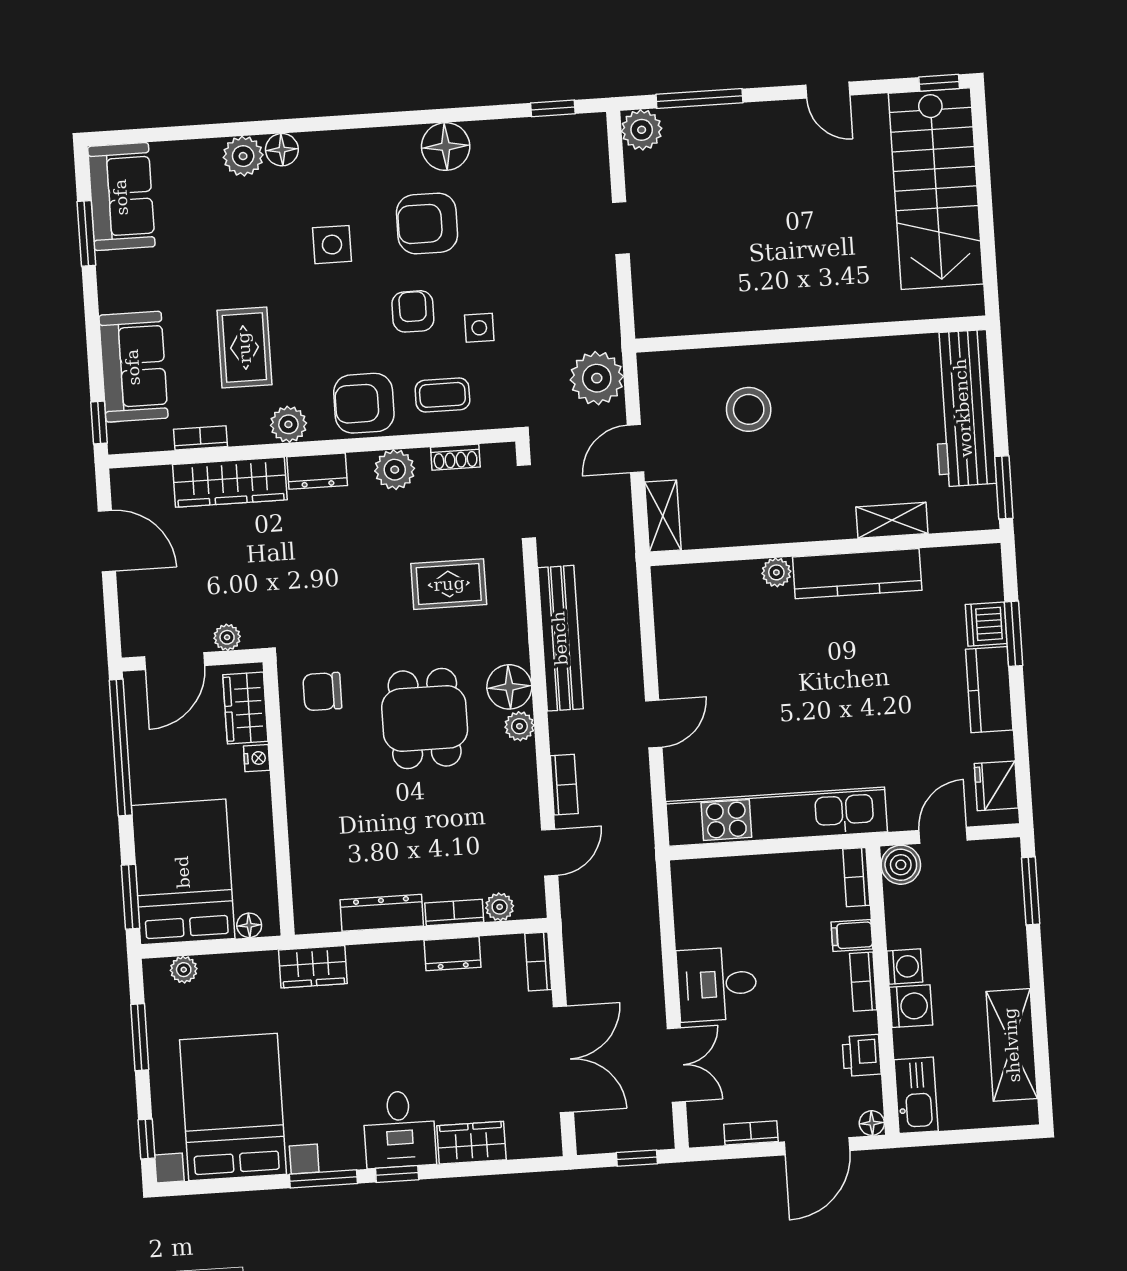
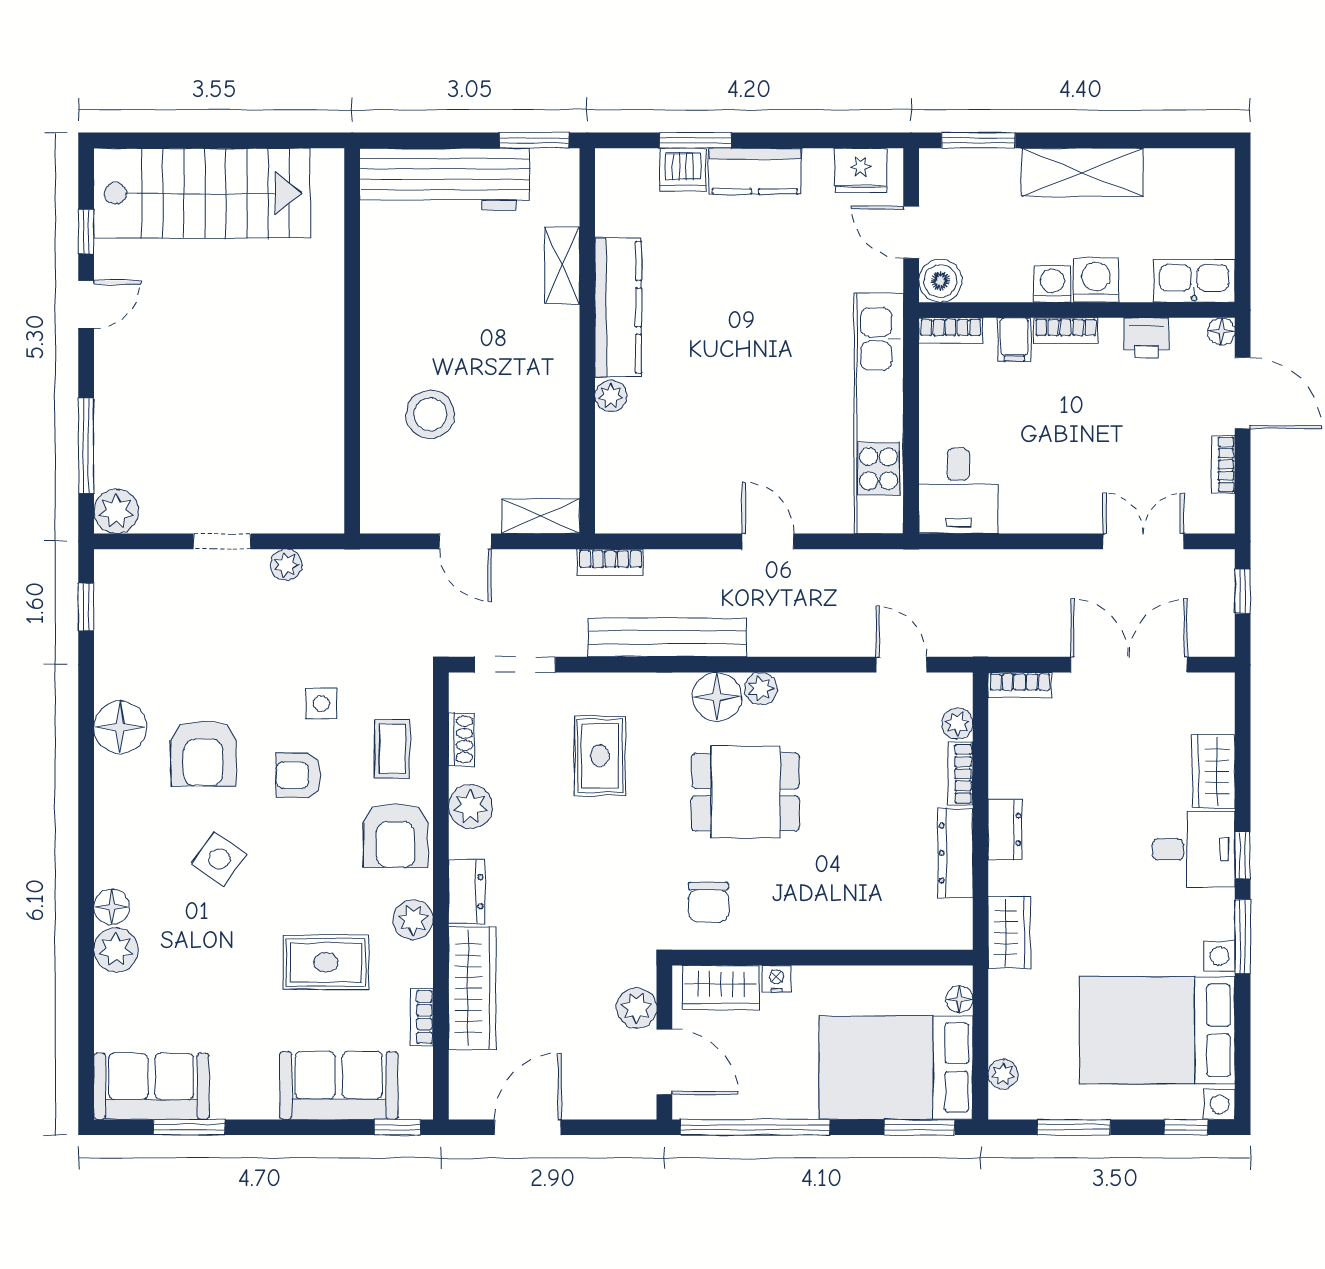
window: (939, 83) -> (86, 232), moved
side table: (332, 245) -> (219, 859), turned 36
plant: (597, 378) -> (286, 565), moved, width x0.53, depth x0.53
plant: (227, 637) -> (637, 1008), width x1.38, depth x1.38
bookcase: (564, 785) -> (610, 562), moved, turned 180
dresser: (452, 954) -> (1005, 829), moved
desk: (717, 984) -> (958, 491), moved
shelving: (1012, 1045) -> (1082, 172), moved

